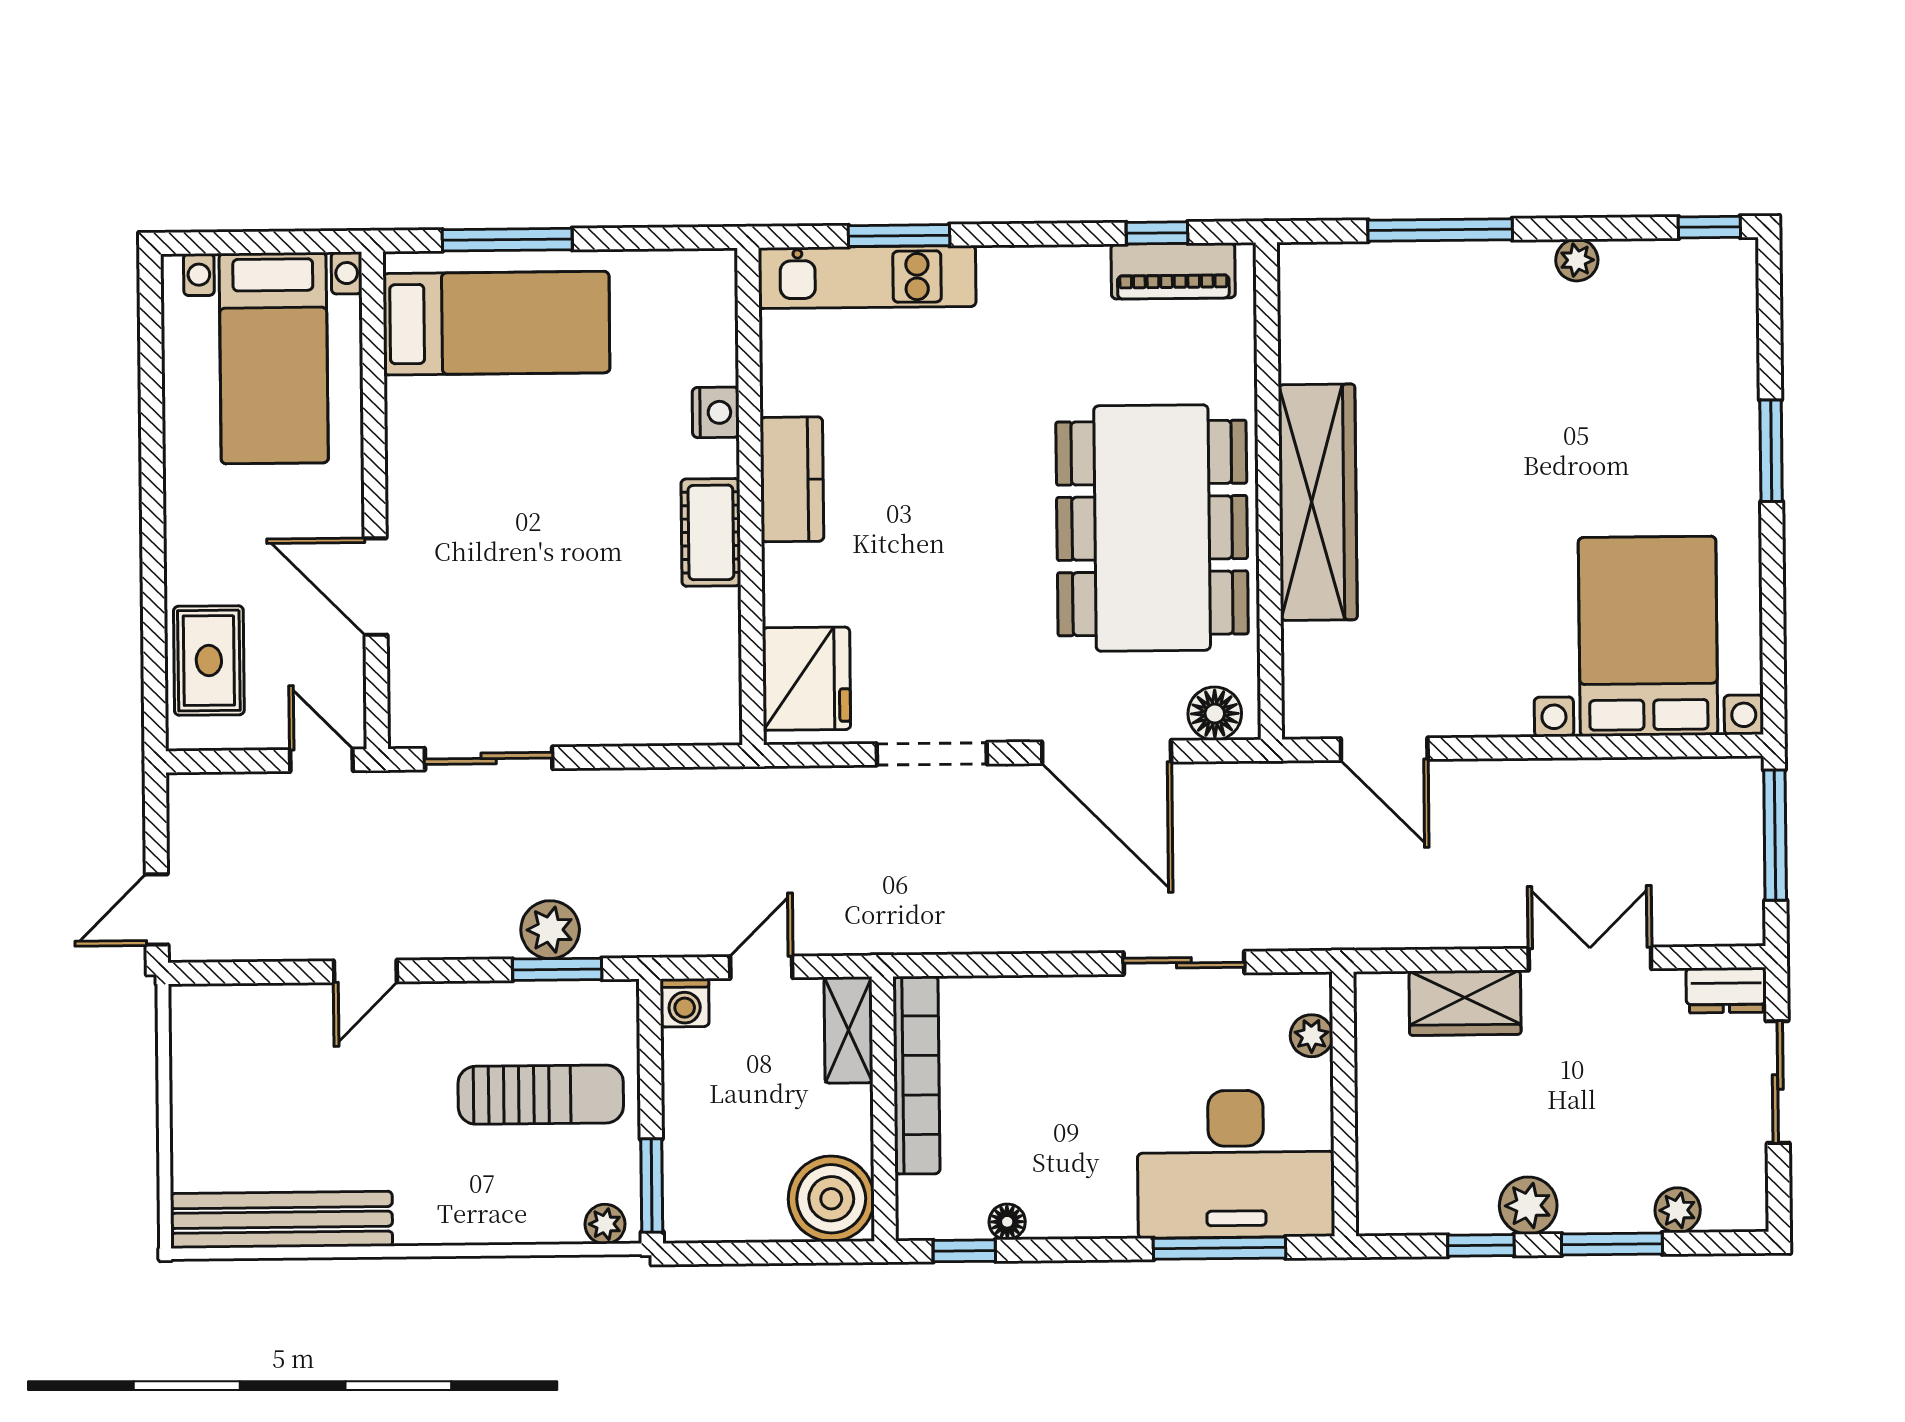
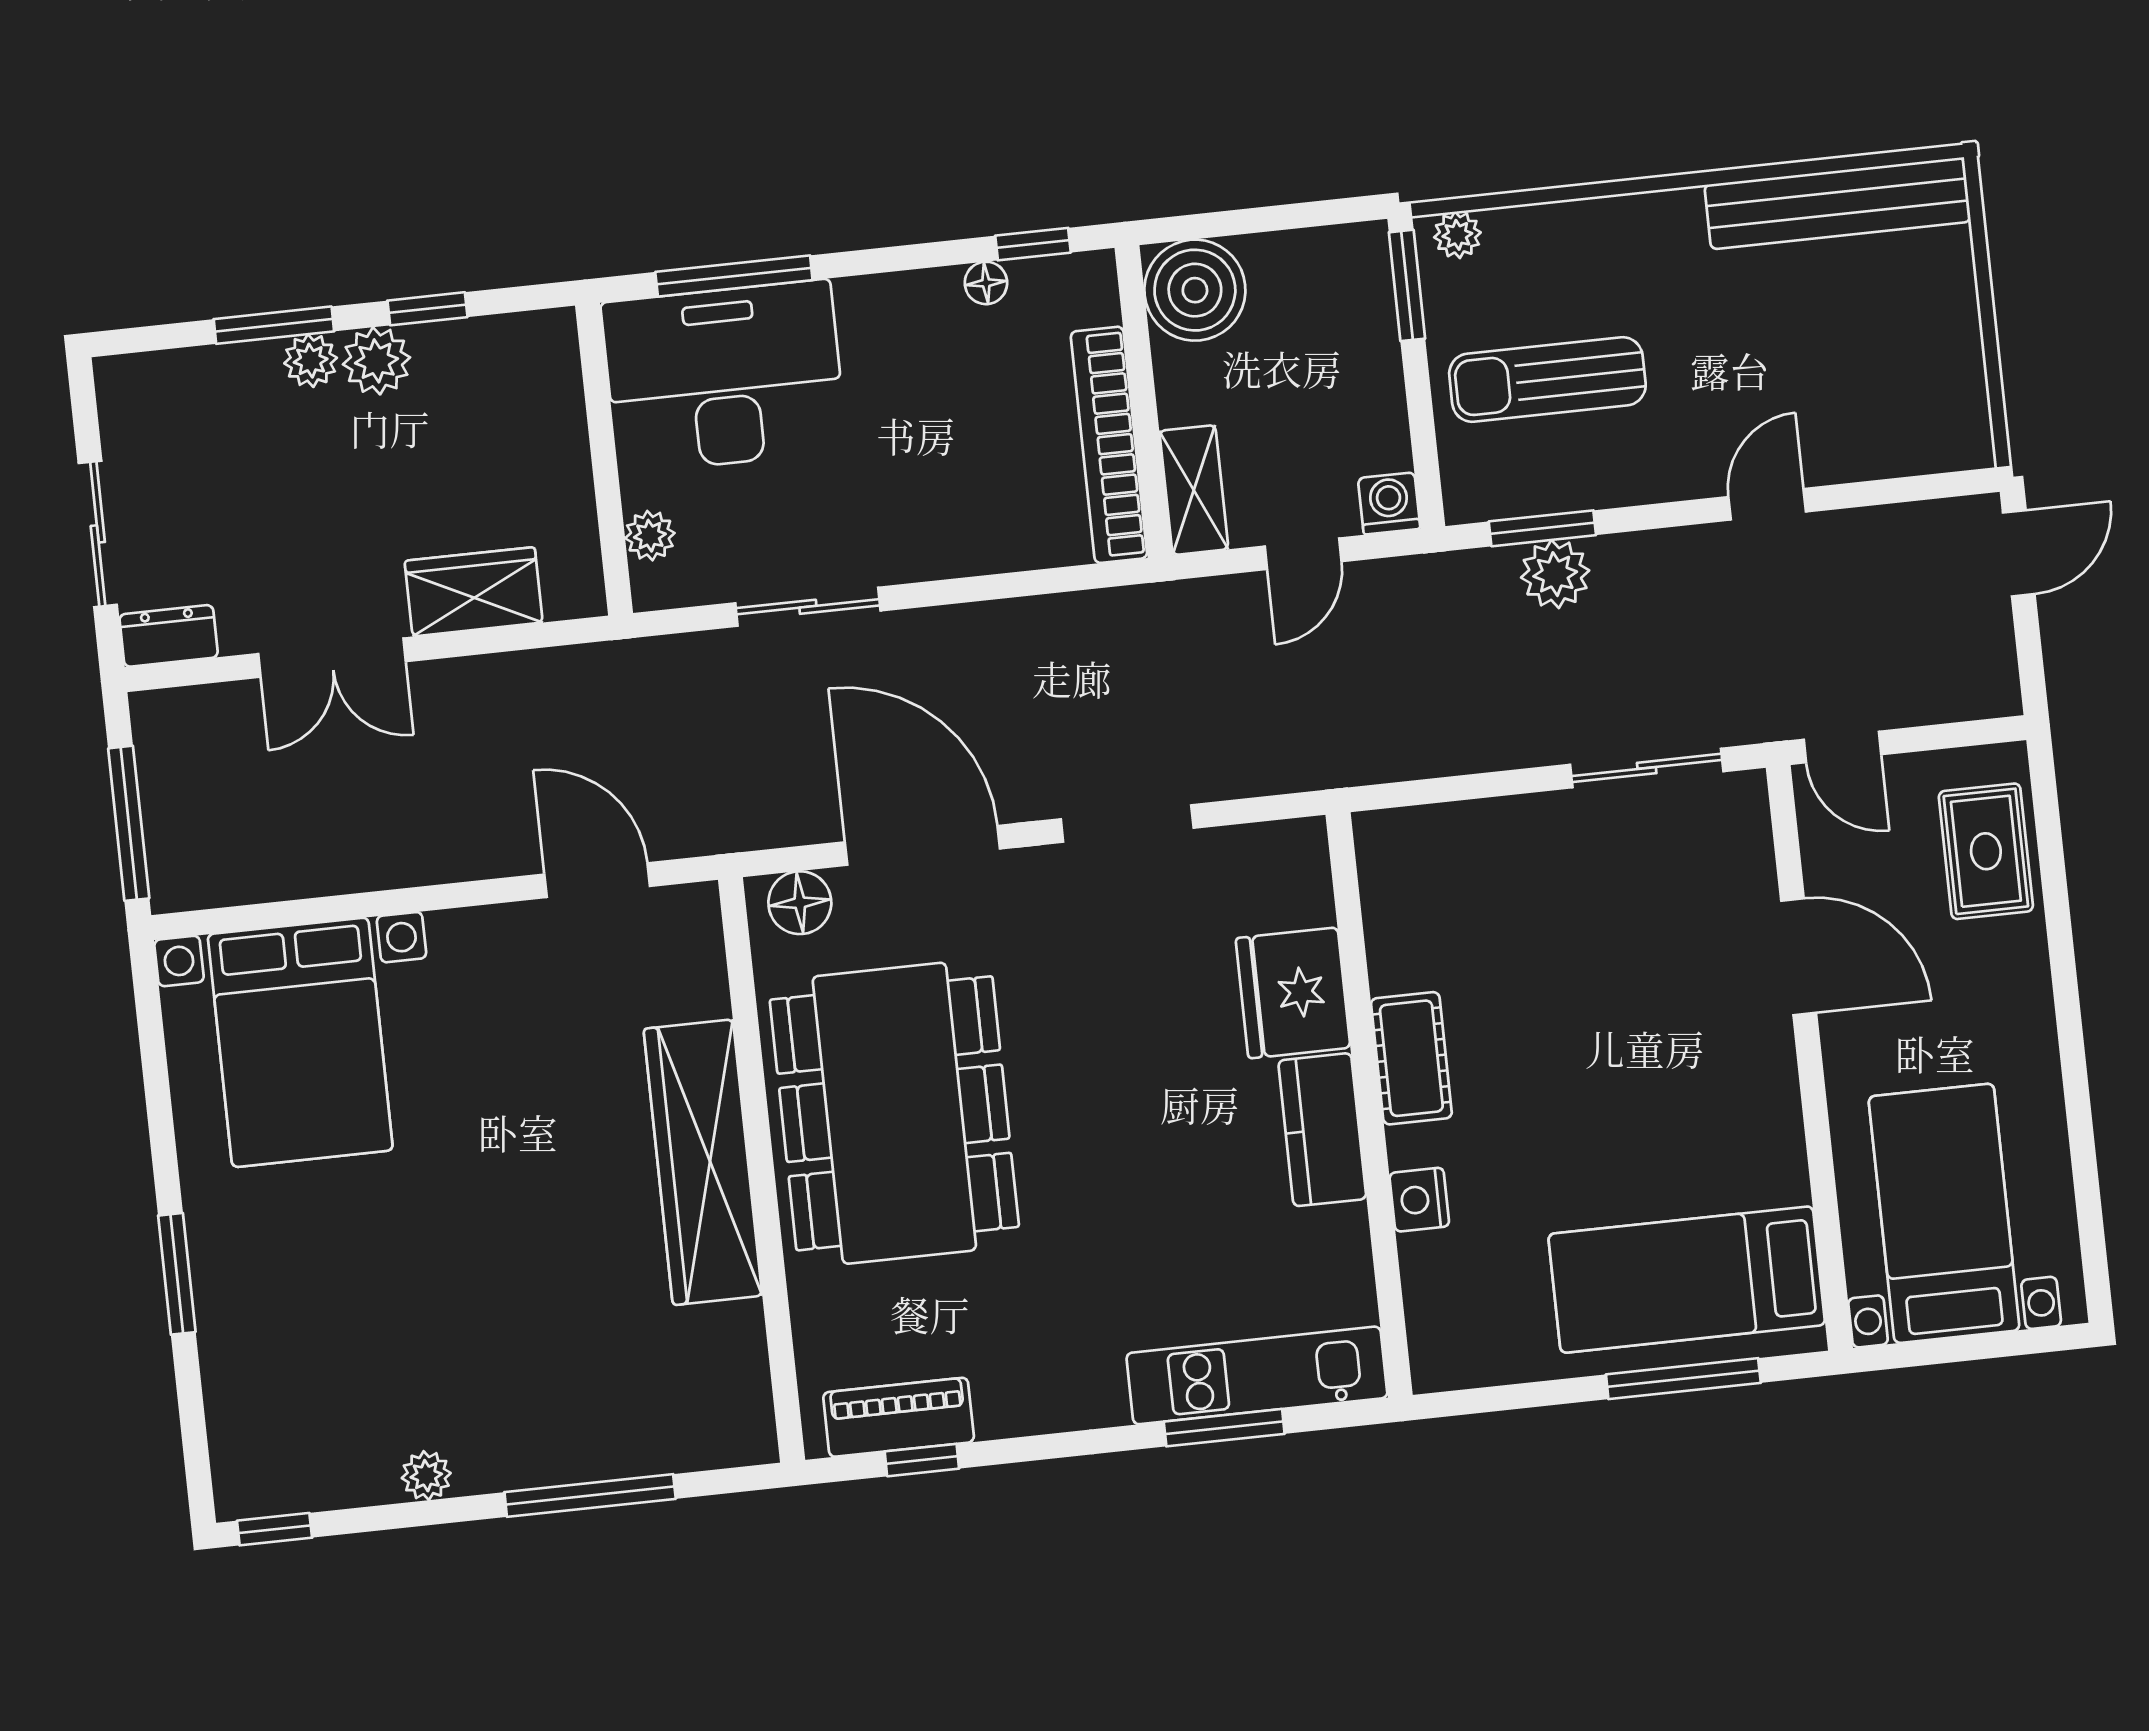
fridge: (806, 679) -> (1293, 993), moved
plant: (1678, 1210) -> (311, 361), moved

